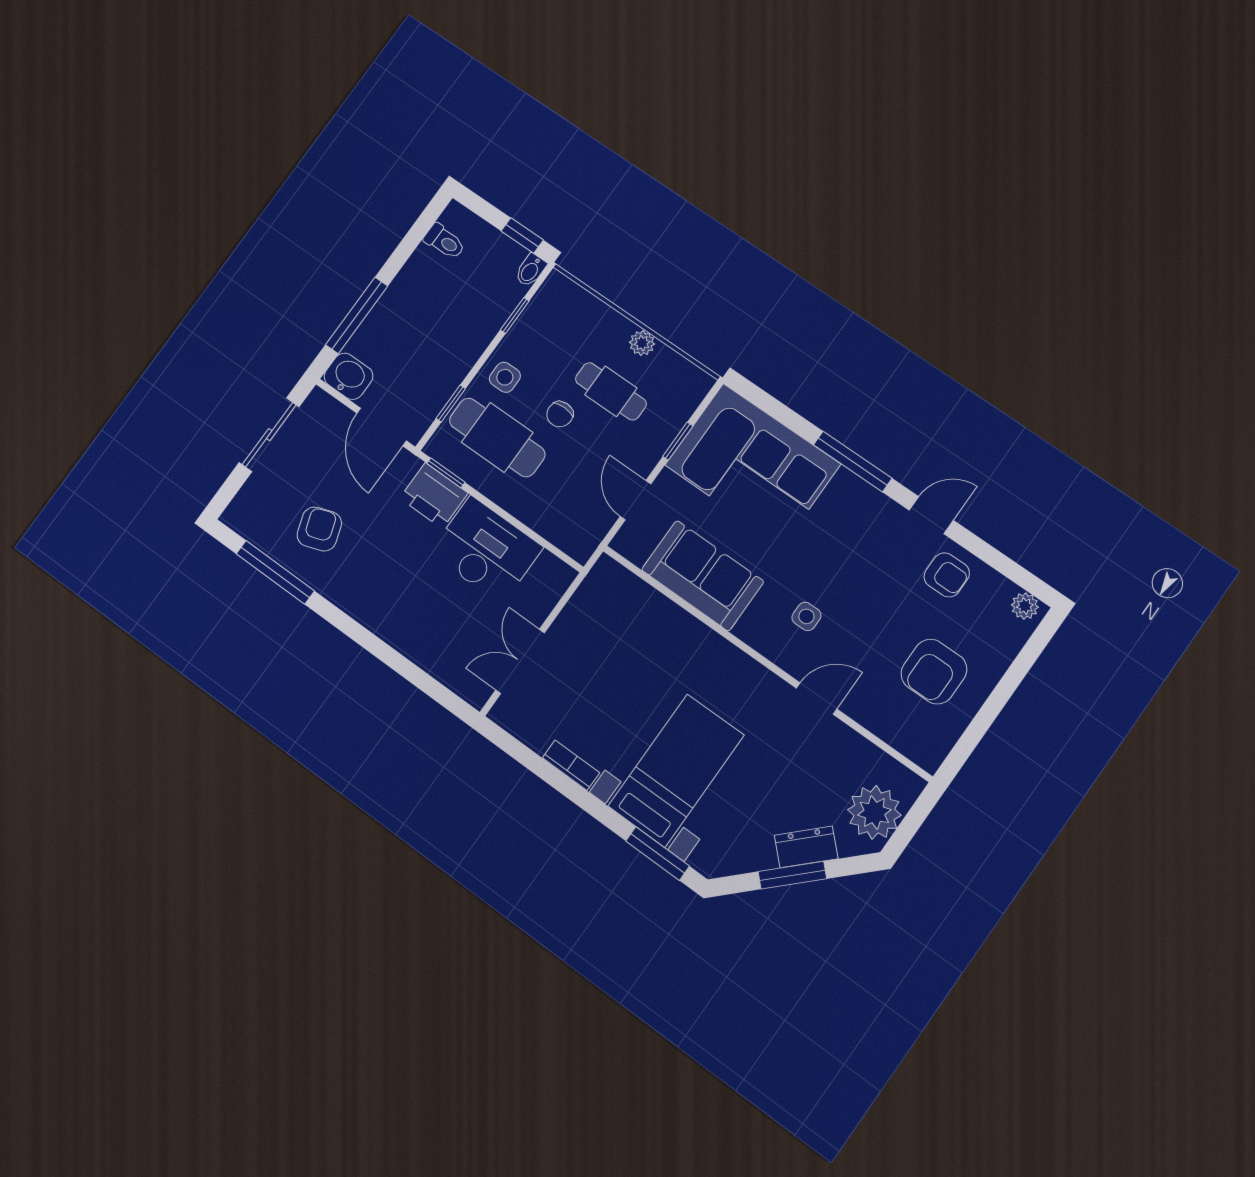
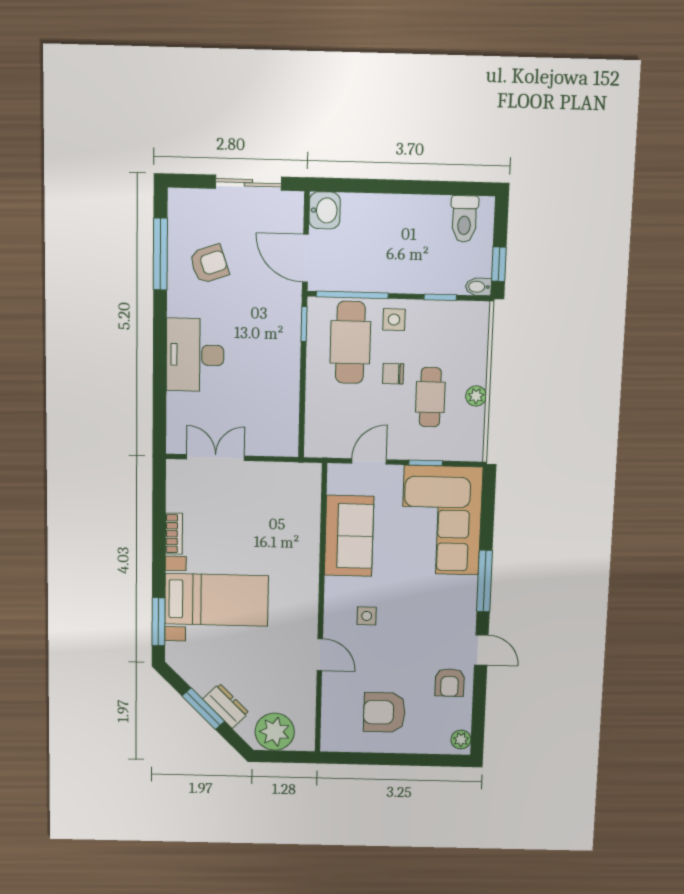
toilet: (445, 242) -> (464, 219), width x1.37, depth x1.39
window: (357, 315) -> (370, 186), removed
window: (451, 404) -> (352, 295), width x2.17
door: (382, 427) -> (305, 258), hinge flipped
printer: (434, 496) -> (284, 327), removed
desk: (486, 550) -> (195, 355), moved, turned 180

